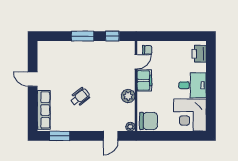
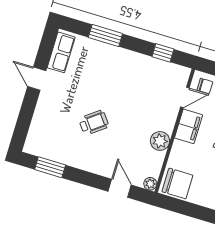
window: (83, 36) -> (105, 35), moved
row of seats: (44, 110) -> (61, 52), moved, width x0.68
door: (111, 136) -> (120, 188), swing flipped

